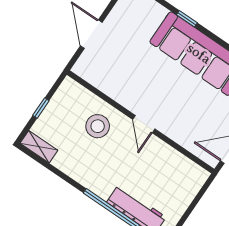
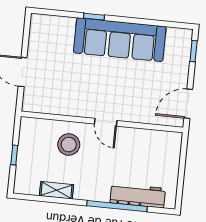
shelving: (39, 147) -> (57, 190), moved

